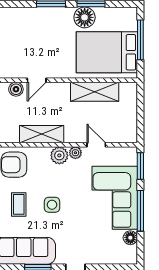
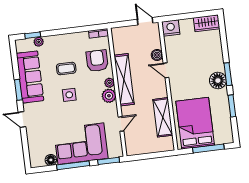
floor lamp: (85, 17) -> (218, 81), moved
shelving: (42, 134) -> (124, 80), width x1.47
plant: (75, 153) -> (109, 83), moved

